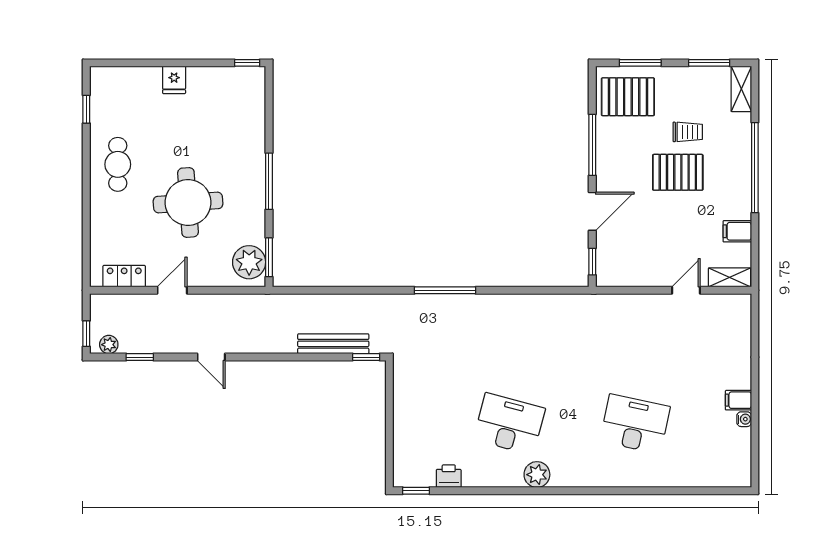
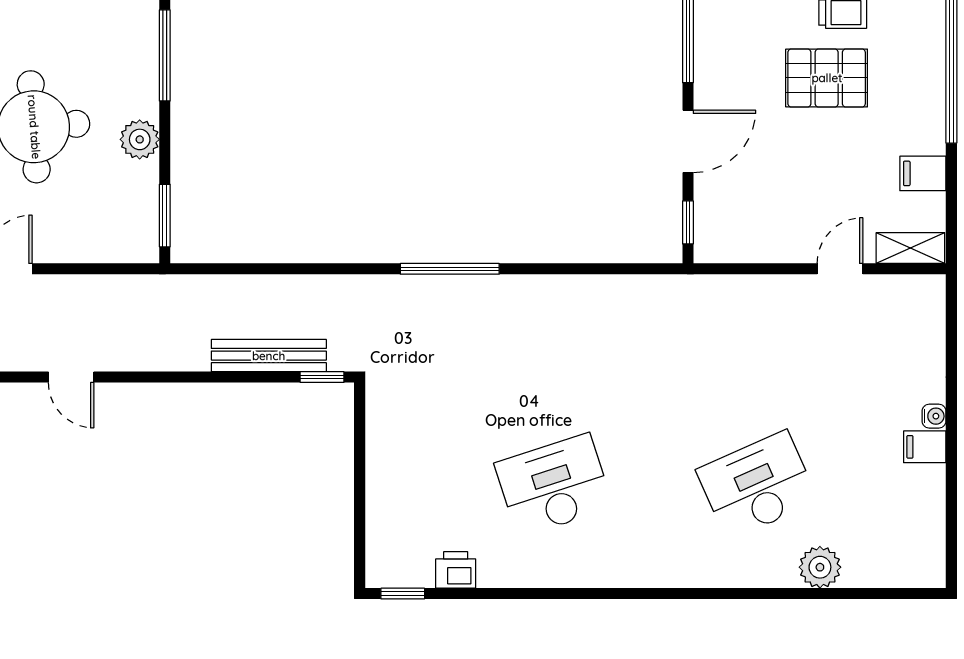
window: (269, 181) -> (165, 55), moved
plant: (249, 262) -> (140, 139), moved, width x0.73, depth x0.73
water cooler: (744, 419) -> (934, 416), moved
desk: (509, 424) -> (554, 485), turned -33
desk: (635, 424) -> (757, 485), turned -36
plant: (537, 475) -> (820, 567), moved

